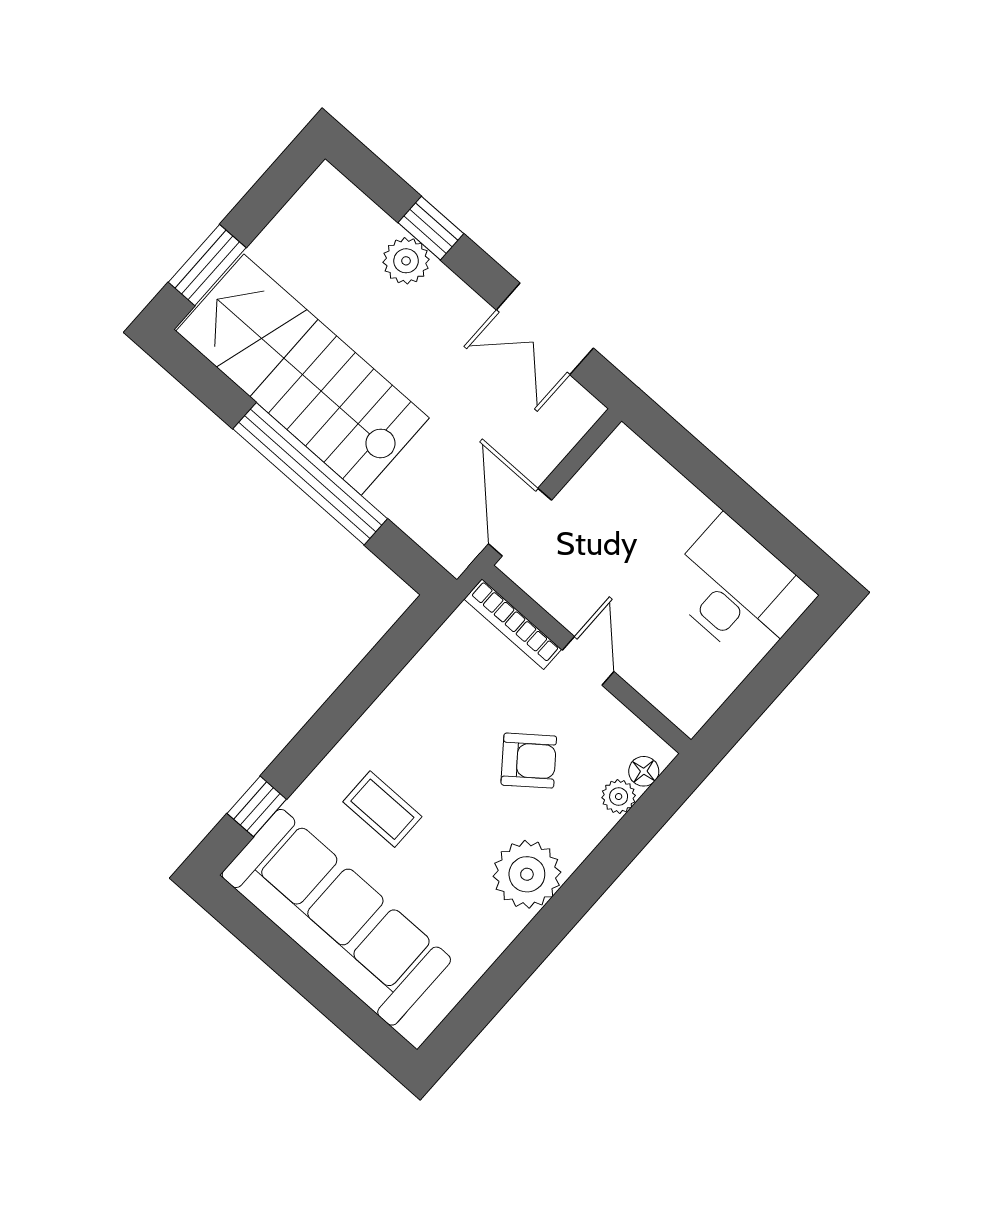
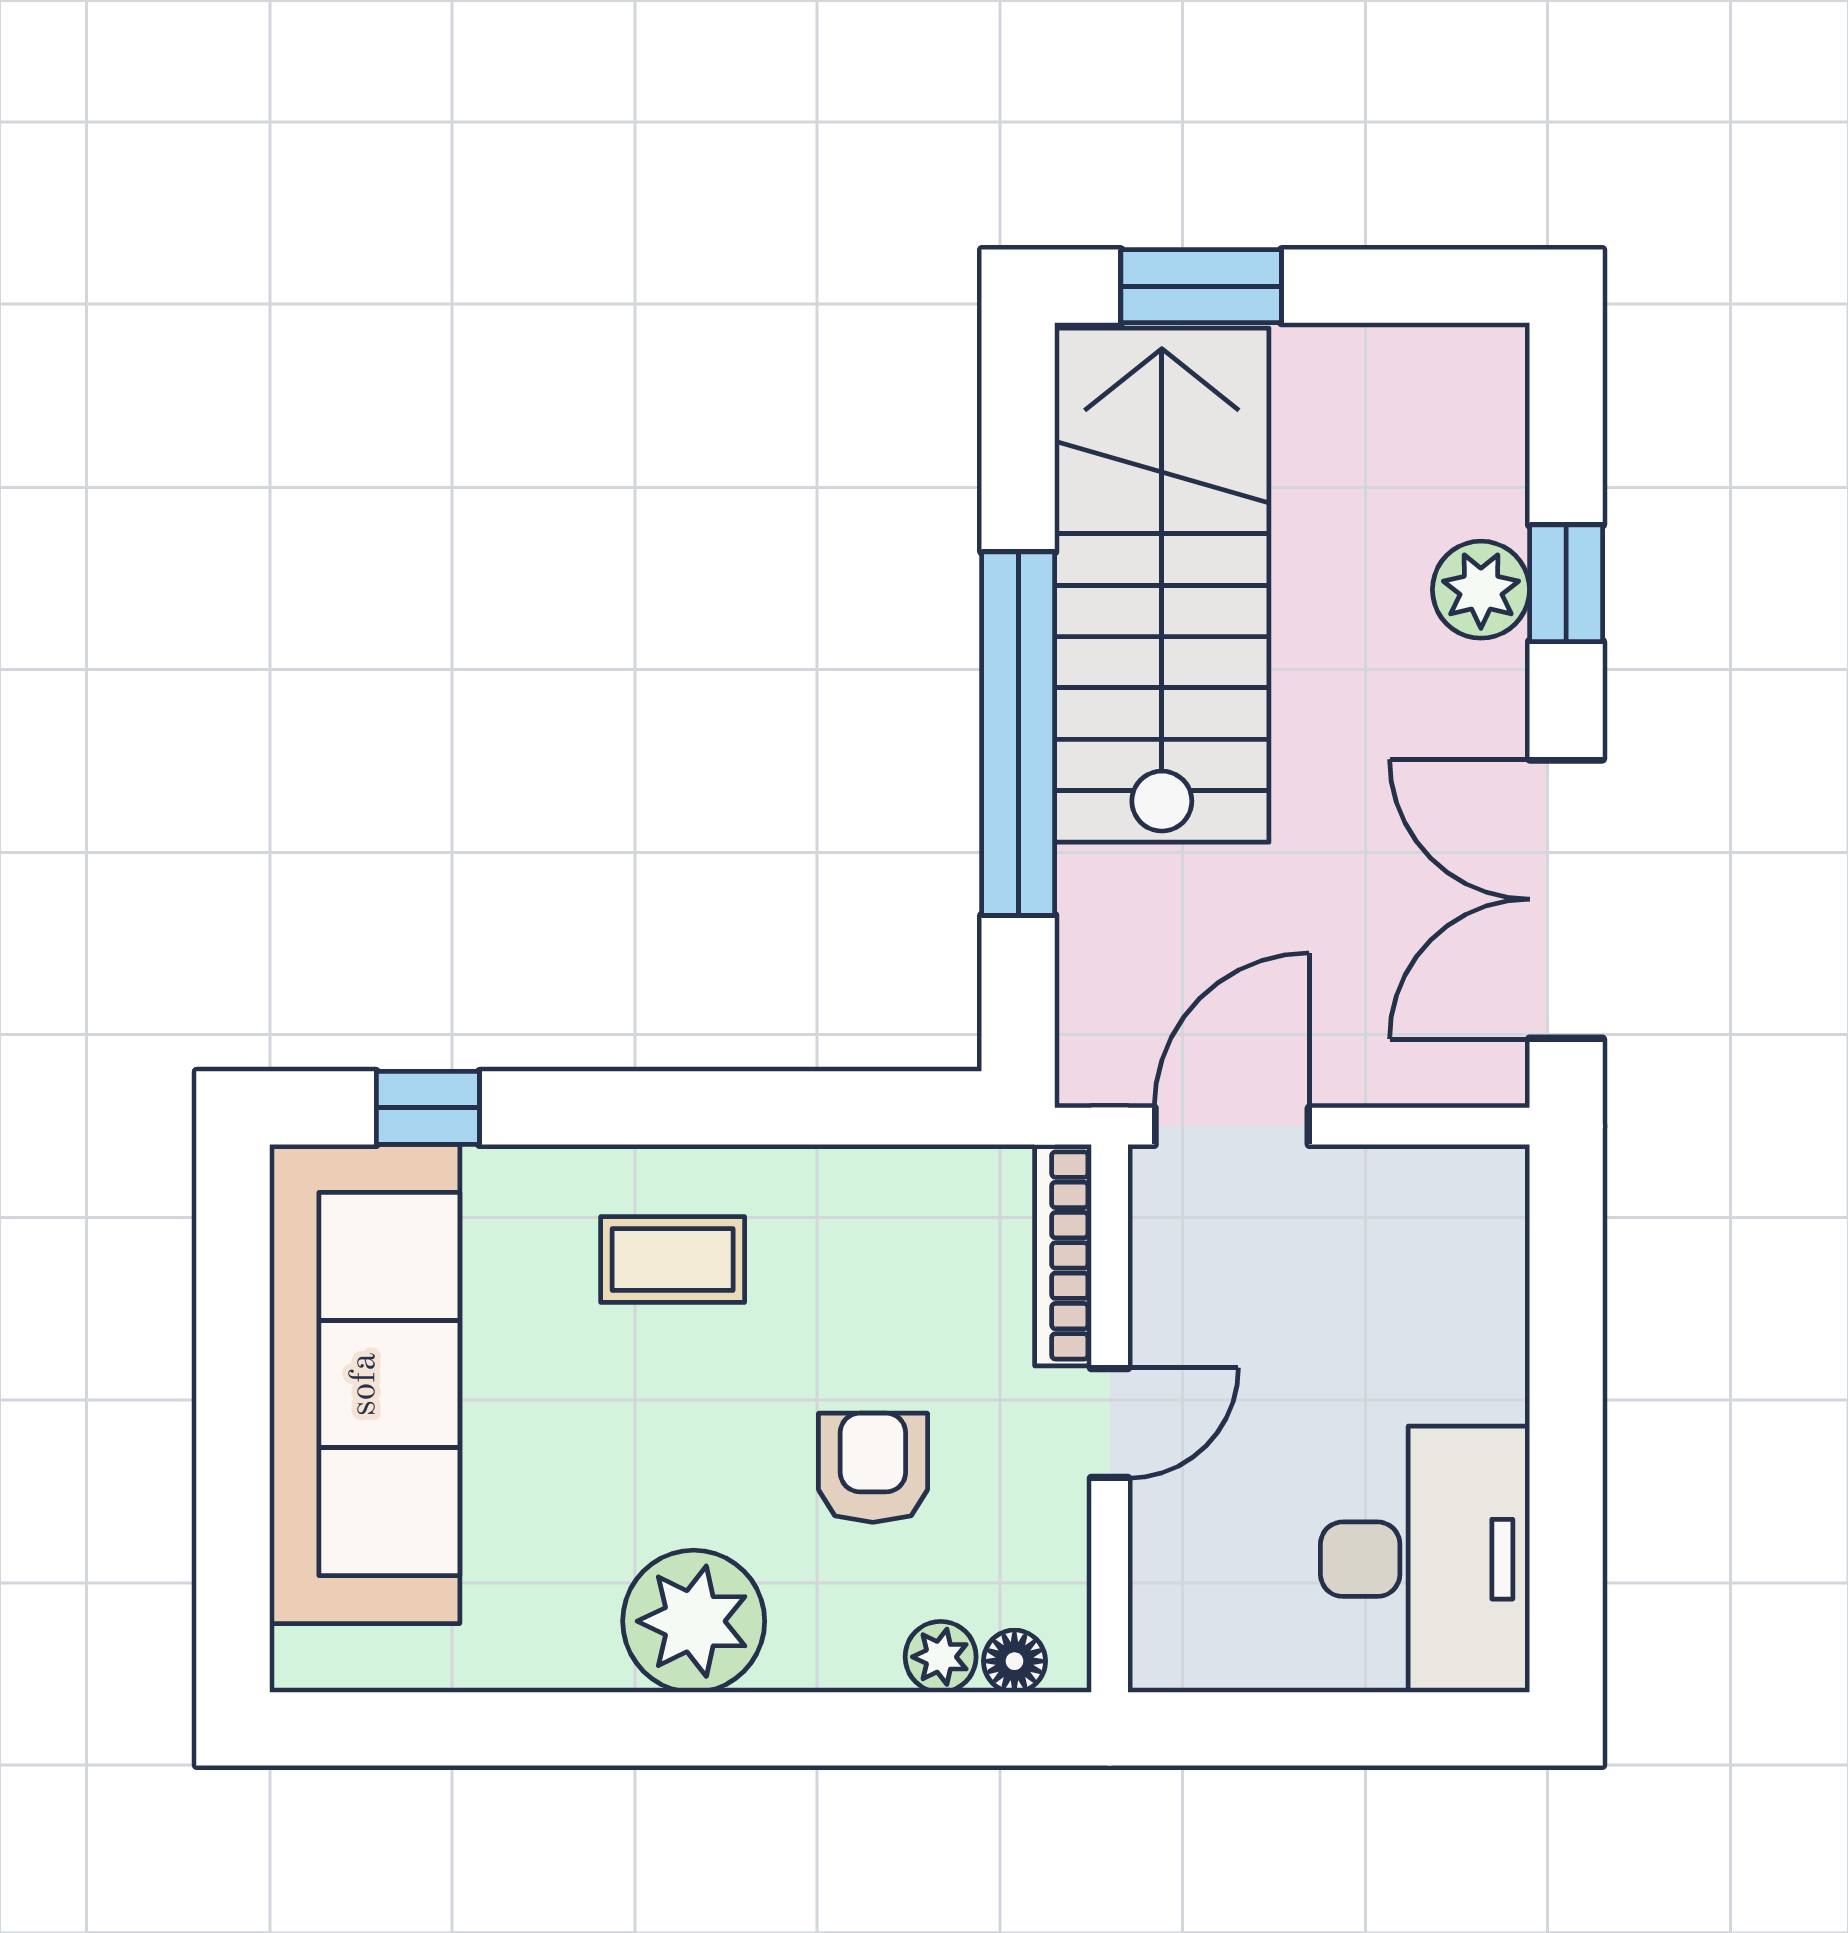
double door: (545, 329) -> (1566, 899), width x1.37
armchair: (529, 761) -> (873, 1468), turned -142
coffee table: (382, 809) -> (673, 1259), moved, turned 90

